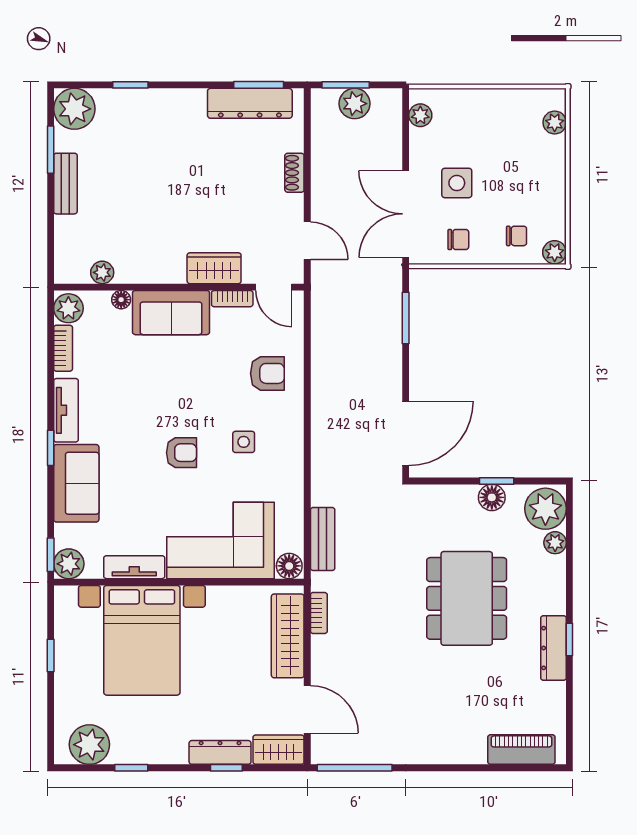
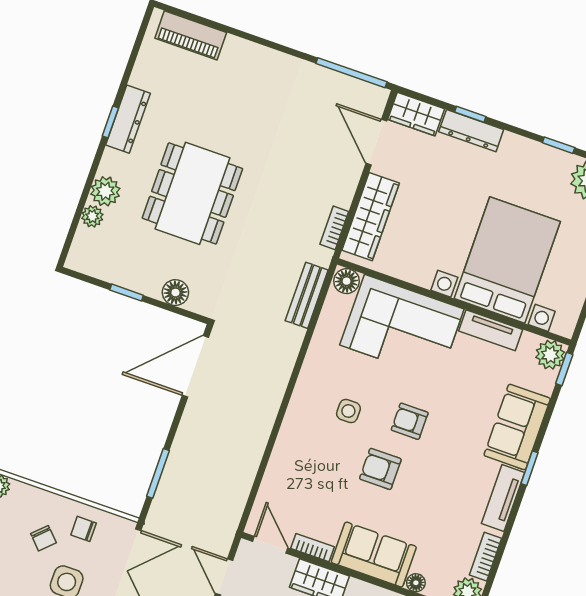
chair: (517, 236) -> (43, 538), moved, turned -134
armchair: (267, 373) -> (380, 469), moved
floor lamp: (492, 497) -> (175, 293), moved
plant: (545, 509) -> (105, 191), moved, width x0.73, depth x0.73

